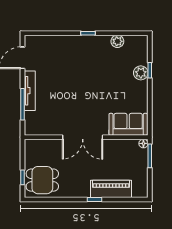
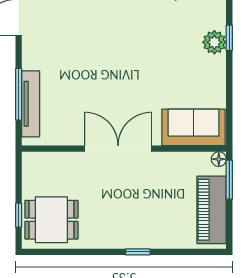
tv unit: (30, 91) -> (31, 104), moved
double door: (83, 137) -> (118, 149), swing flipped
piano: (111, 189) -> (212, 210), moved, turned -90

